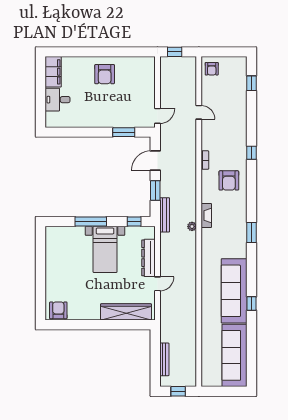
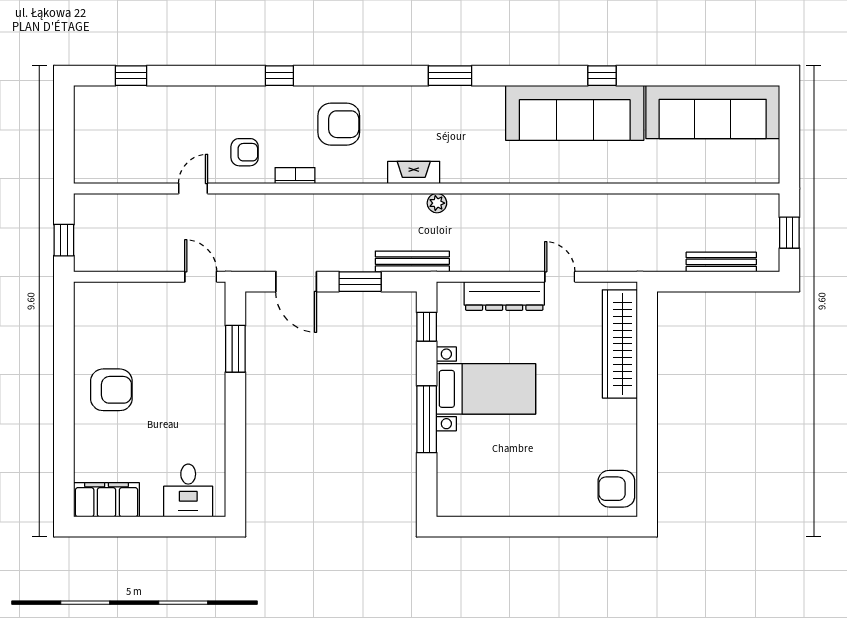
armchair: (212, 69) -> (245, 152), moved
desk: (58, 100) -> (188, 490), moved

